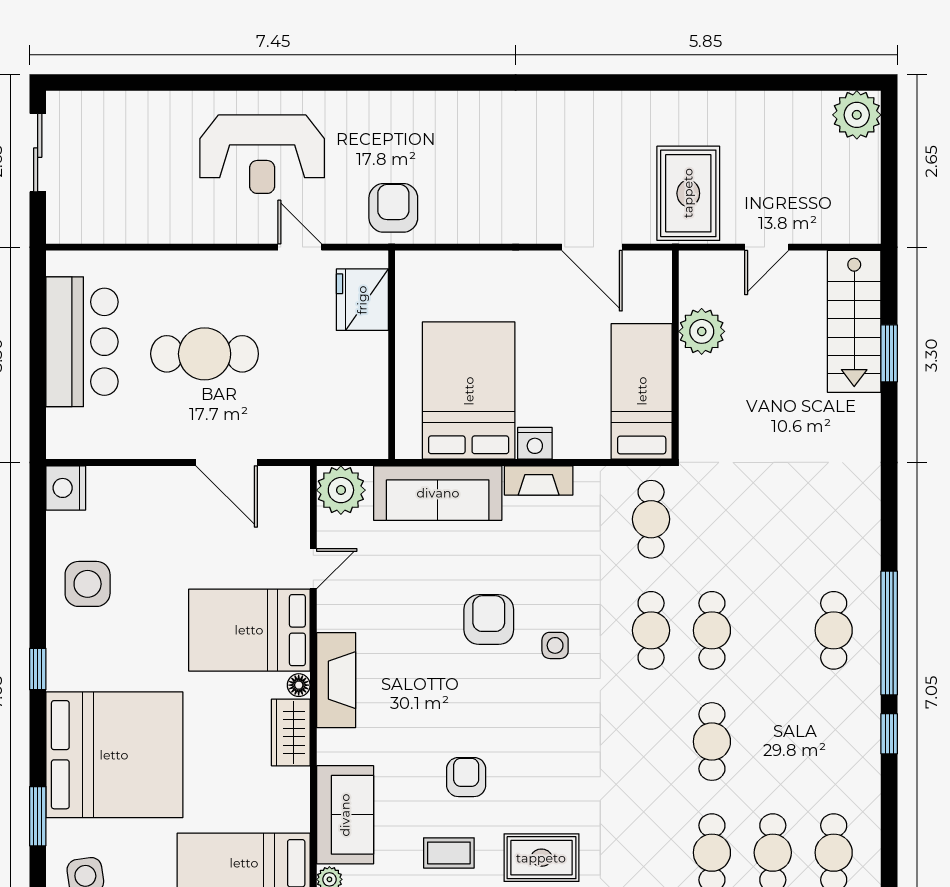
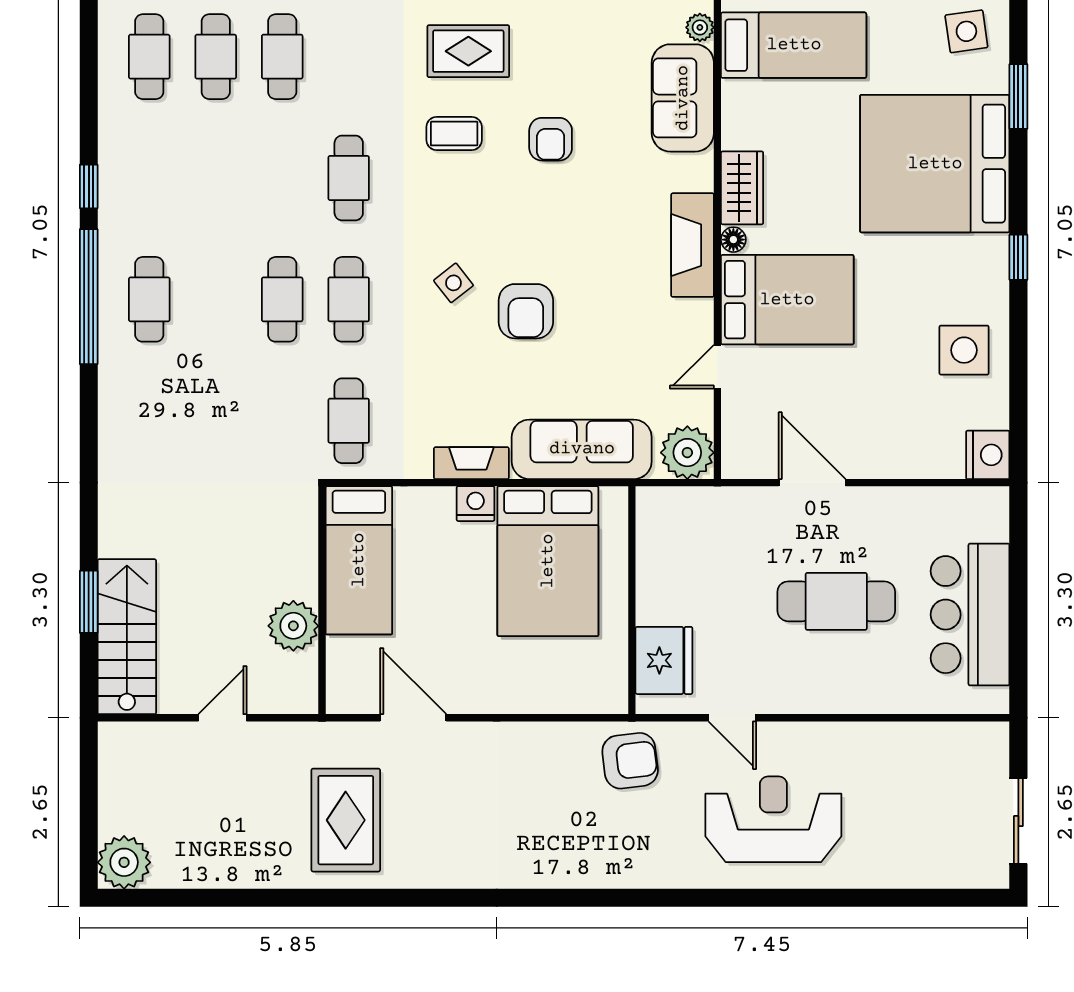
rug: (688, 193) -> (346, 820), moved
armchair: (393, 208) -> (630, 761), turned -97
side table: (555, 645) -> (453, 283), turned -38
cafe table: (712, 742) -> (349, 178), moved
coffee table: (449, 853) -> (454, 133), moved

